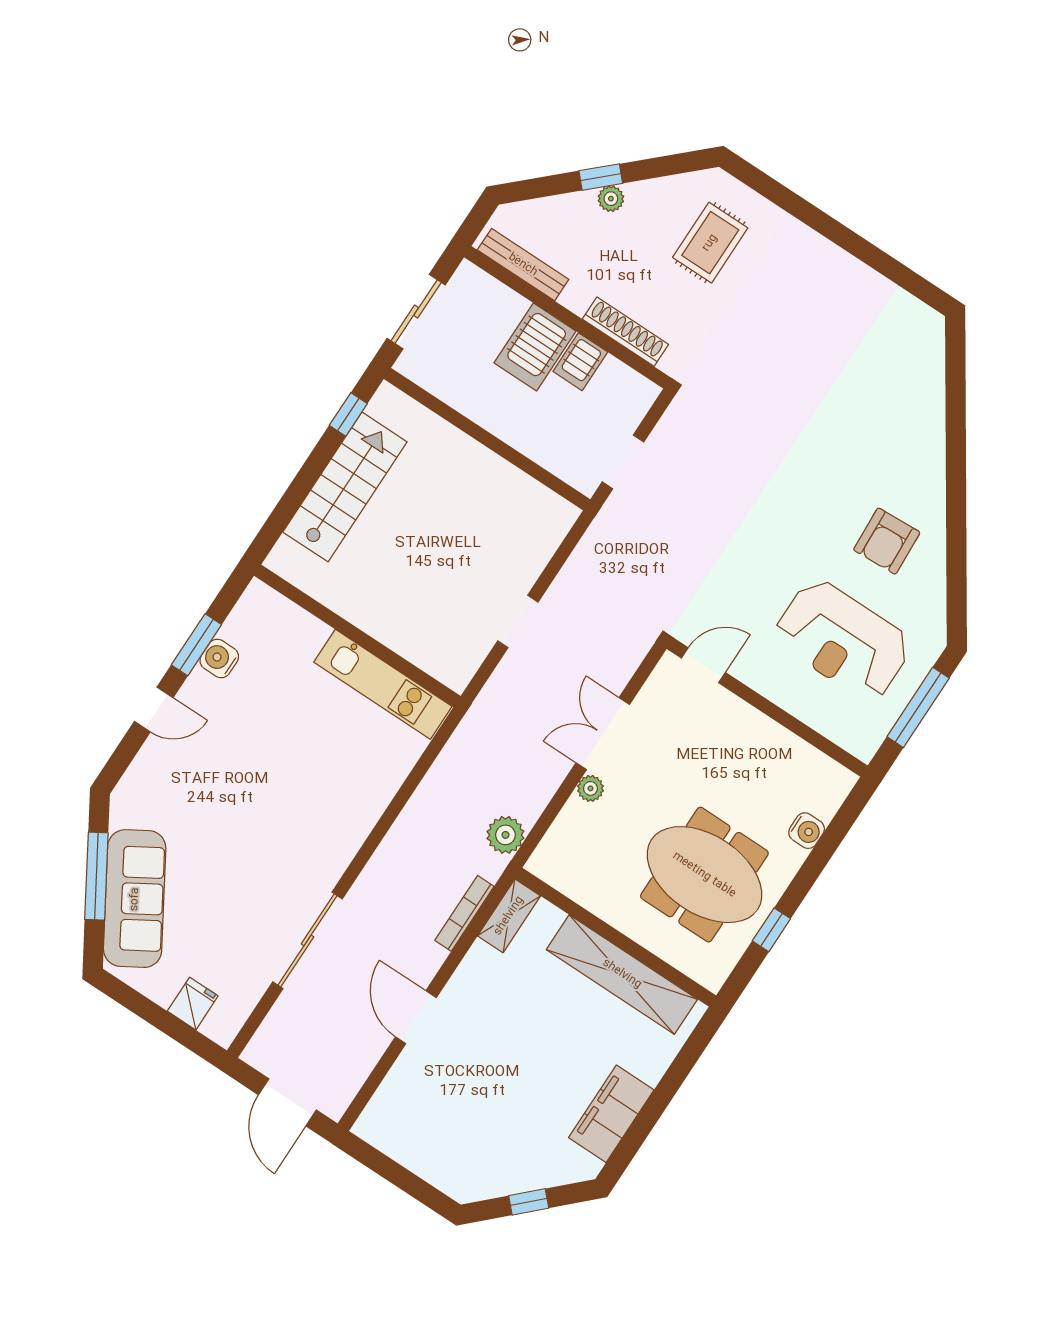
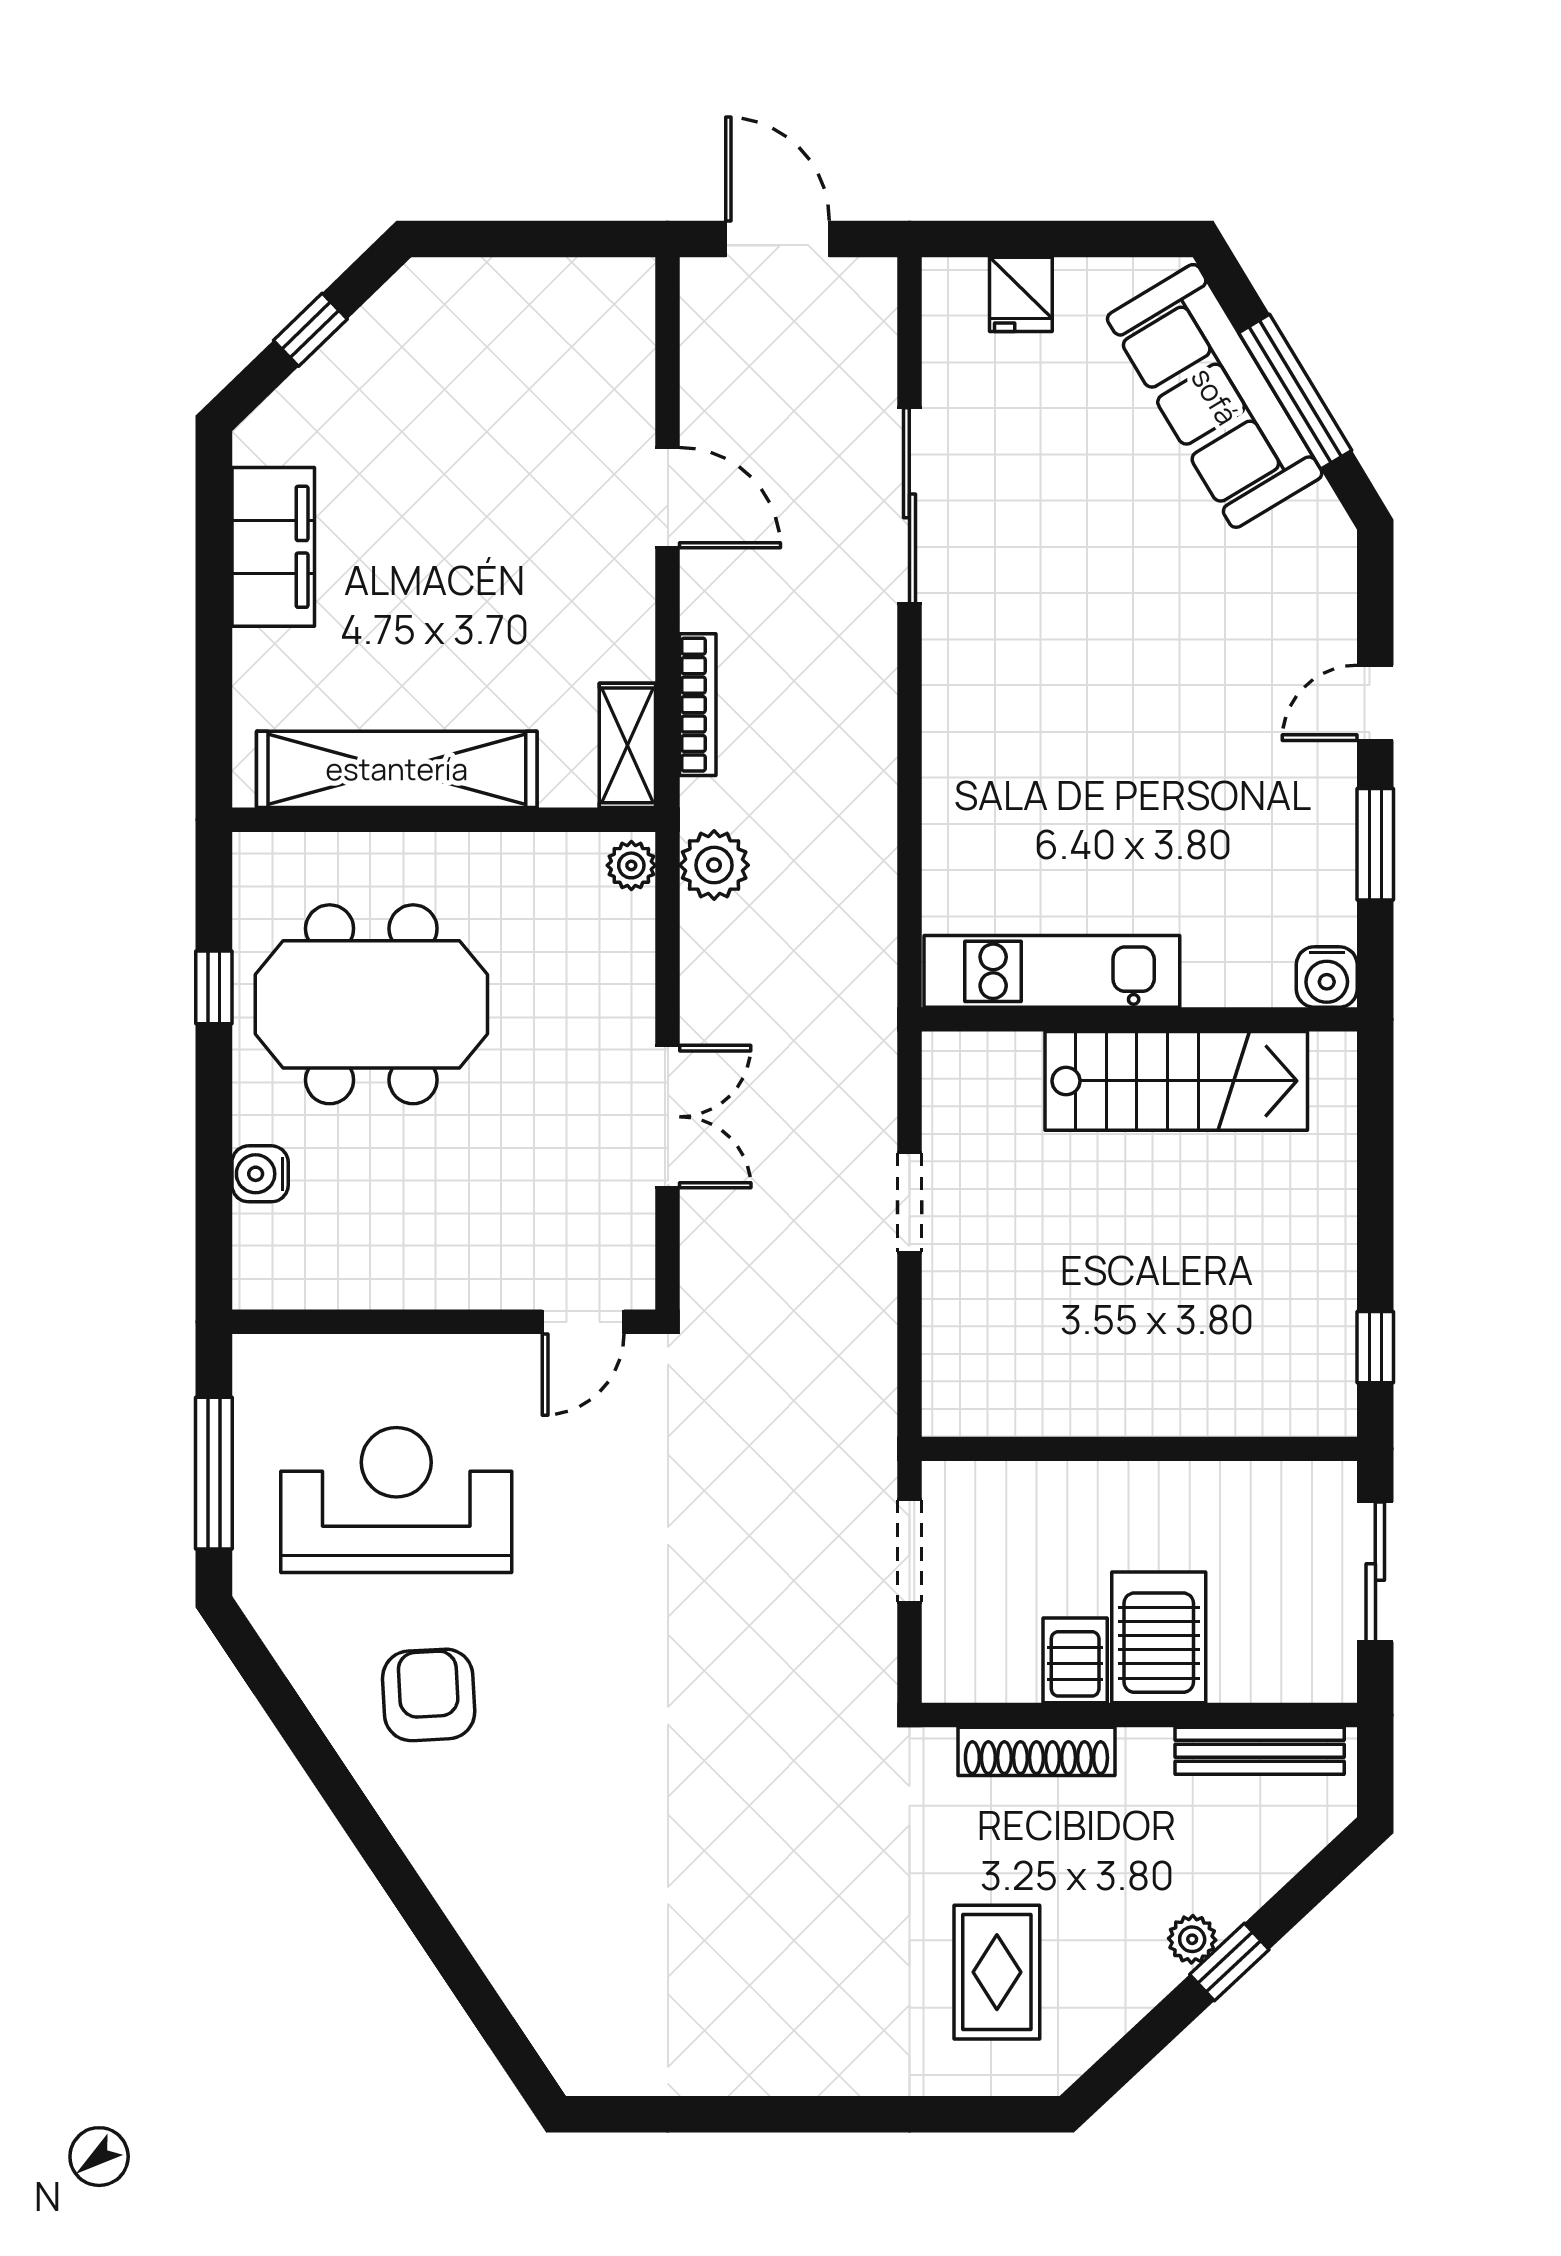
stairs: (345, 487) -> (1176, 1081), moved, turned -90
water cooler: (219, 659) -> (1327, 977), moved, turned 90
plant: (590, 788) -> (631, 865), moved

